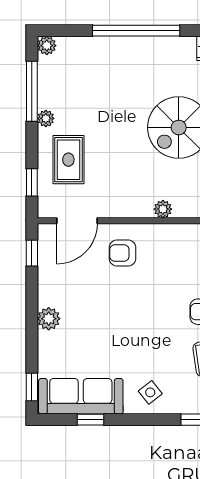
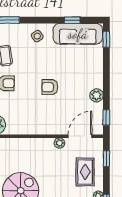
plant: (163, 209) -> (59, 143), moved
armchair: (123, 253) -> (50, 87), moved, turned 180
plant: (49, 319) -> (97, 95), moved

